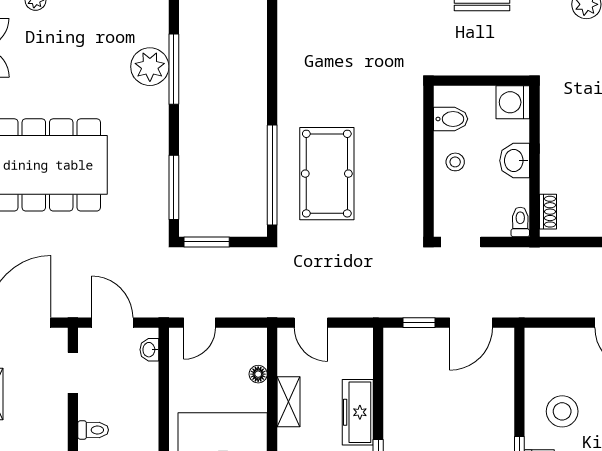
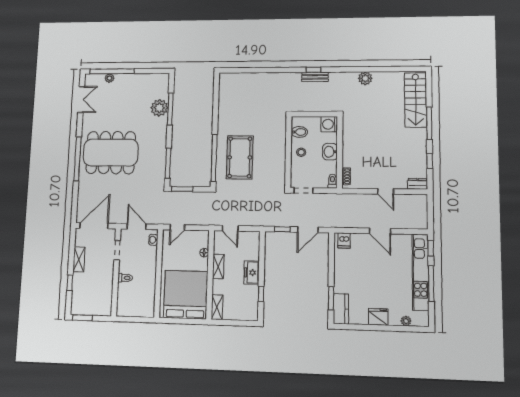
dishwasher: (545, 343) -> (344, 240), added
stool: (562, 411) -> (353, 275), removed
freezer: (358, 412) -> (252, 272), width x0.71

